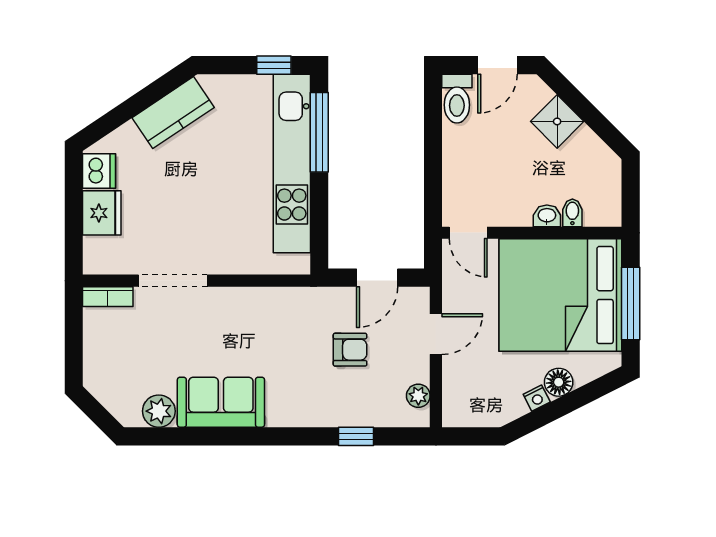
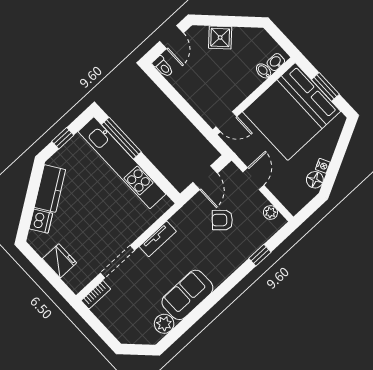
window: (274, 65) -> (63, 138), moved
toilet: (457, 99) -> (163, 67), width x0.73, depth x0.72
dishwasher: (99, 171) -> (41, 221), moved, turned 56
washbasin: (547, 216) -> (276, 62), moved
tv unit: (248, 299) -> (158, 239), added
window: (631, 303) -> (325, 87), width x0.69
armchair: (350, 350) -> (222, 220), turned -138
floor lamp: (559, 382) -> (315, 180), moved

